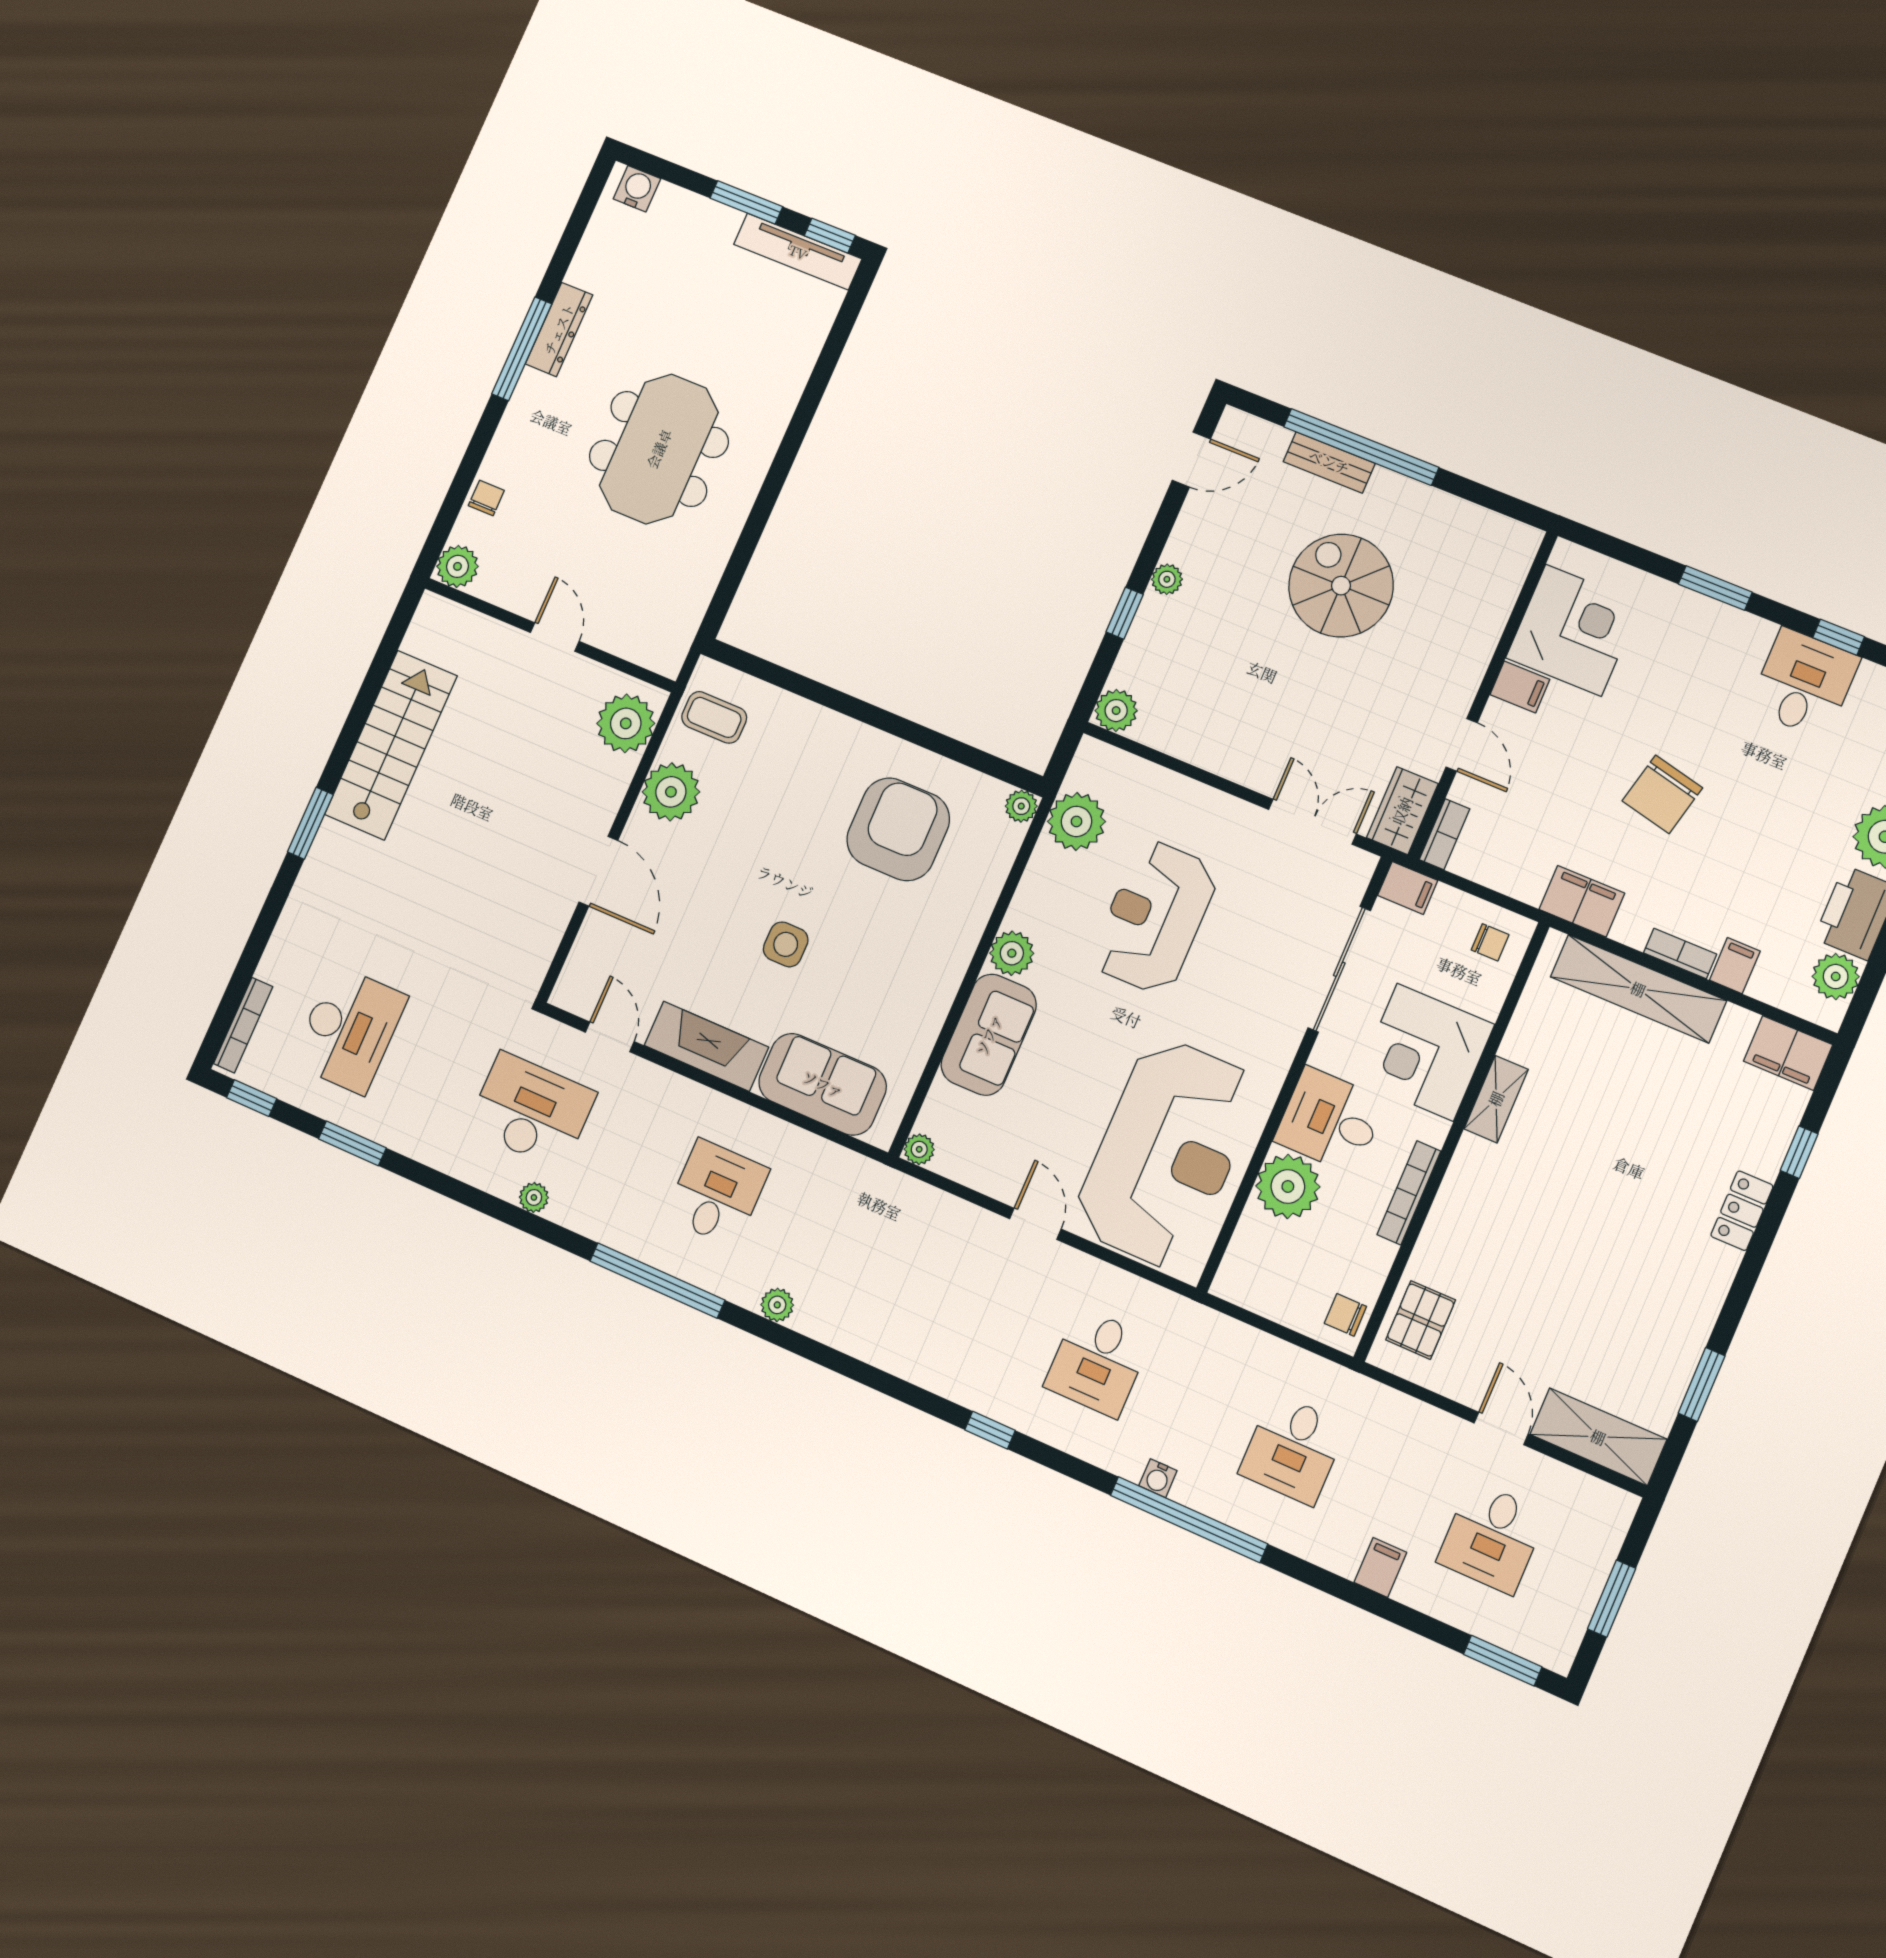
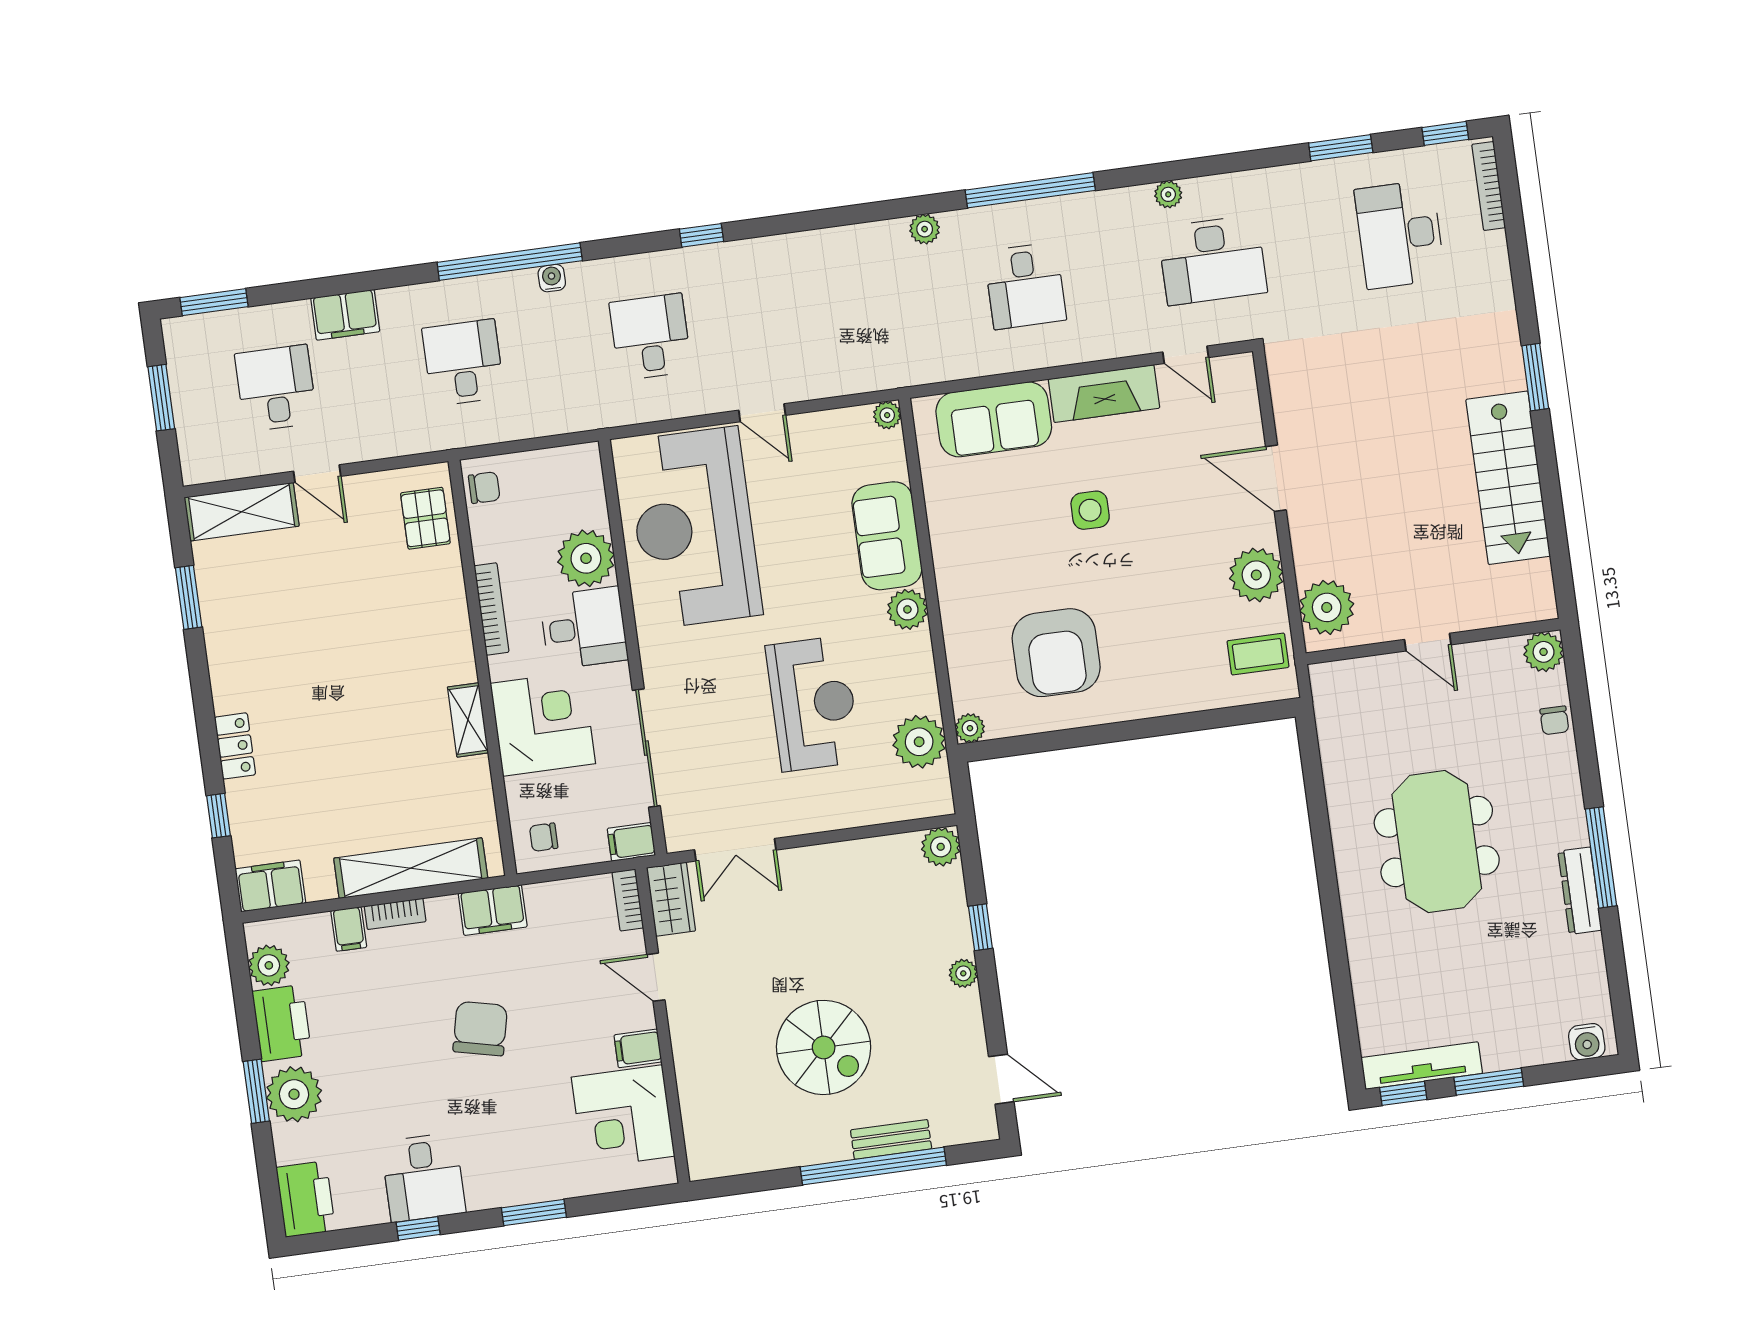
door: (1191, 460) -> (1001, 1079), swing flipped
filing cabinet: (1380, 1567) -> (345, 315), width x2.00

